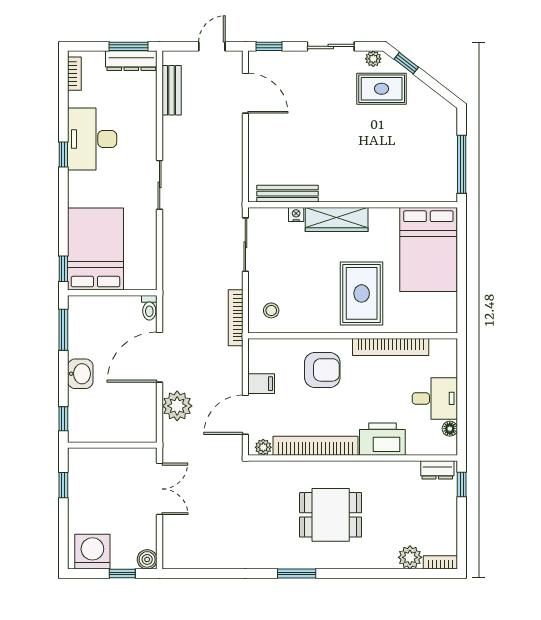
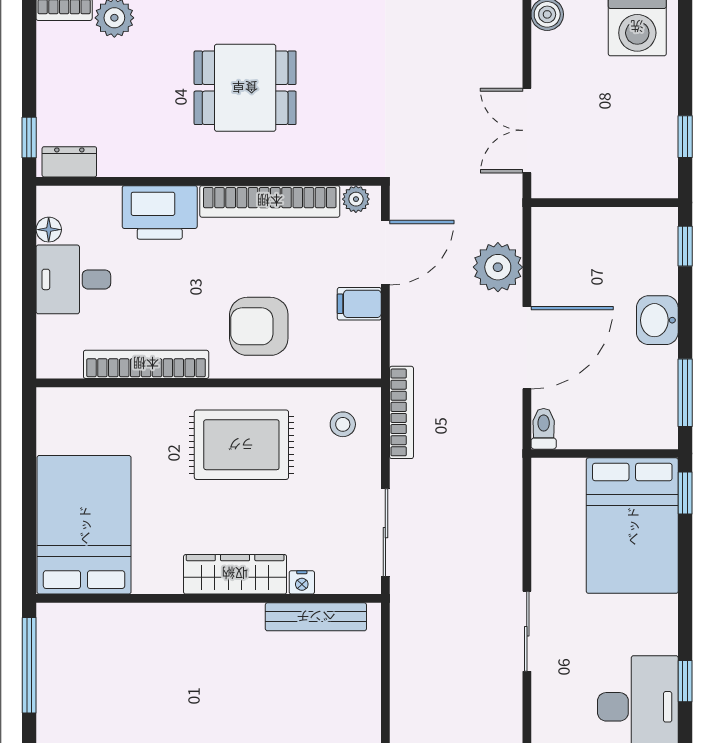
rug: (362, 293) -> (241, 445), moved, turned 90

